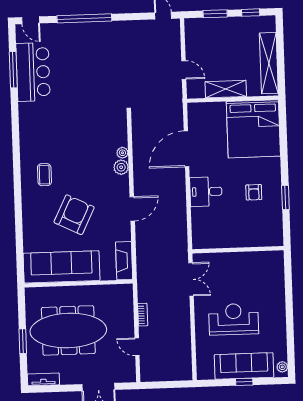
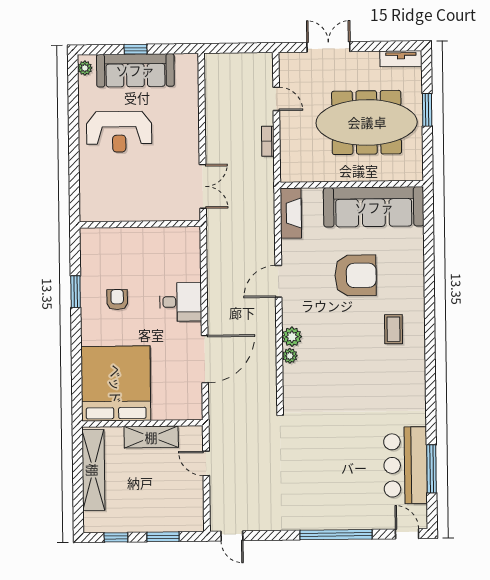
armchair: (74, 215) -> (356, 275), turned -116
double door: (191, 279) -> (203, 186), swing flipped
reception desk: (234, 319) -> (119, 132), moved

